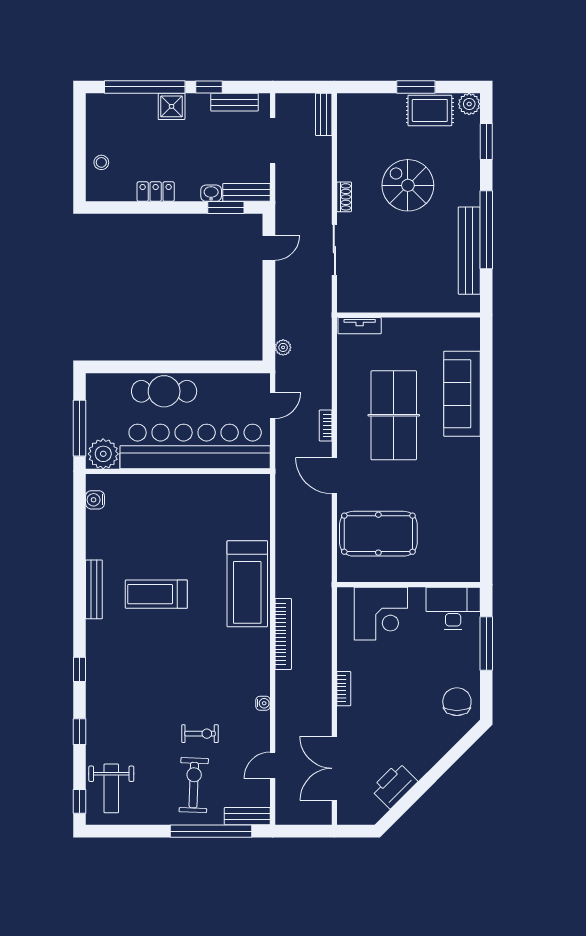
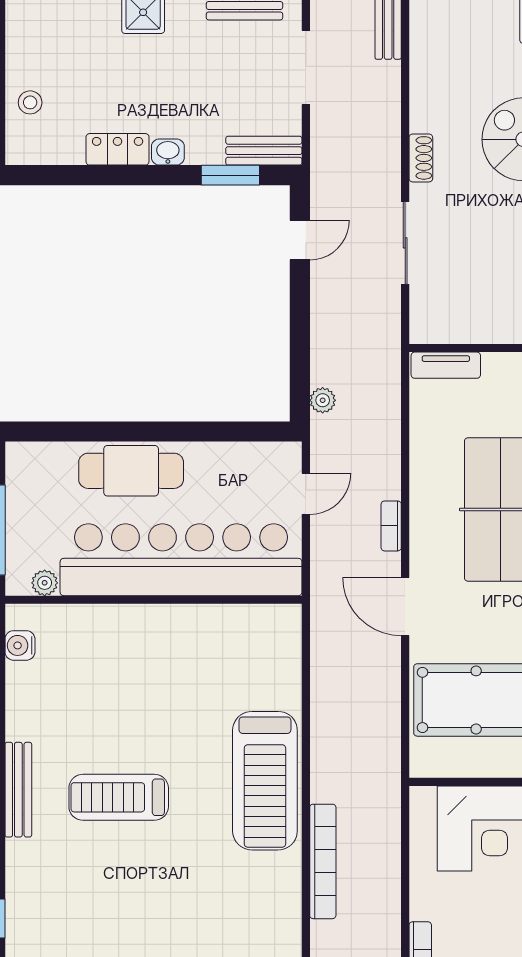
washbasin: (211, 193) -> (168, 152), moved
plant: (103, 454) -> (45, 583), width x0.53, depth x0.53

